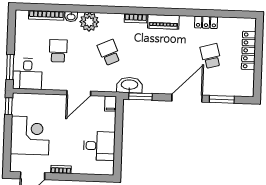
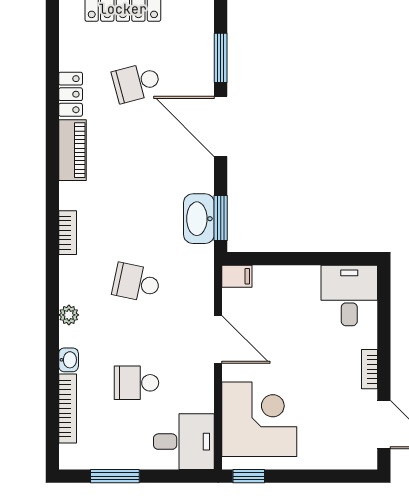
plant: (89, 22) -> (69, 315), width x0.53, depth x0.53
piano: (163, 22) -> (72, 150), moved
school desk: (109, 53) -> (136, 283), turned 36
window: (10, 67) -> (115, 476), moved
washbasin: (129, 85) -> (199, 219), moved
corner desk: (30, 136) -> (259, 419), moved, turned 90
desk: (99, 146) -> (349, 295), moved

